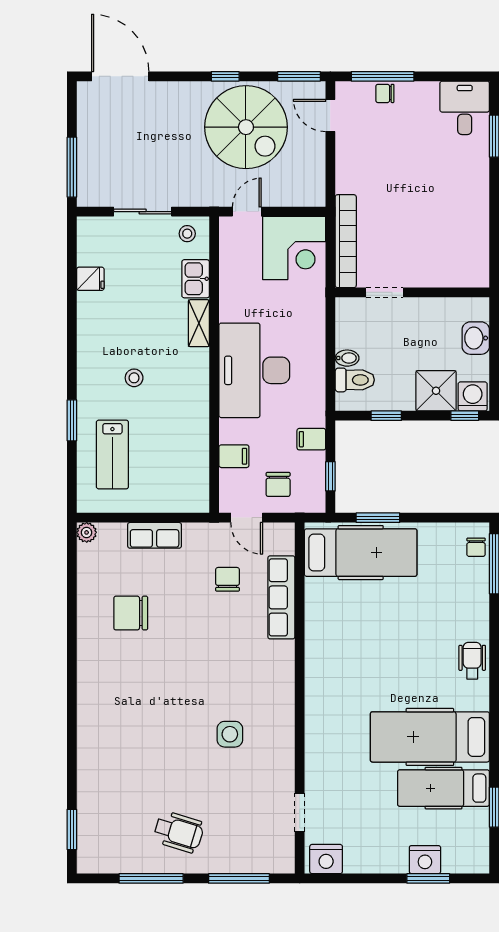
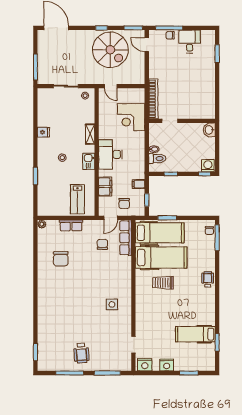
desk: (465, 108) -> (190, 41), moved
door: (247, 212) -> (111, 86), swing flipped
corner desk: (294, 248) -> (131, 117), moved, turned 90
fridge: (90, 279) -> (43, 132), moved
kitchen sink: (196, 279) -> (89, 161), moved
washbasin: (476, 338) -> (209, 130), moved
desk: (254, 370) -> (110, 154), width x0.73, depth x0.77
shower: (436, 391) -> (192, 163), removed
lab bench: (112, 454) -> (77, 199), moved
filing cabinet: (234, 456) -> (105, 187), width x2.00
door: (247, 518) -> (111, 218), hinge flipped
row of seats: (281, 597) -> (126, 238), moved
chair: (131, 613) -> (61, 259), turned -90
trolley: (368, 669) -> (163, 283), added
side table: (230, 734) -> (112, 304), moved
hospital bed: (430, 737) -> (161, 258), moved, turned 180
wheelchair: (179, 832) -> (81, 353), turned 69
nightstand: (425, 860) -> (167, 365), moved

